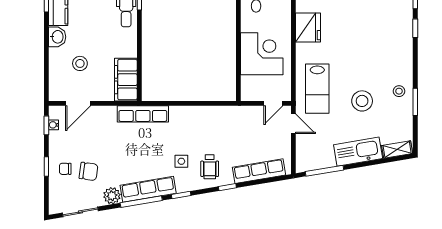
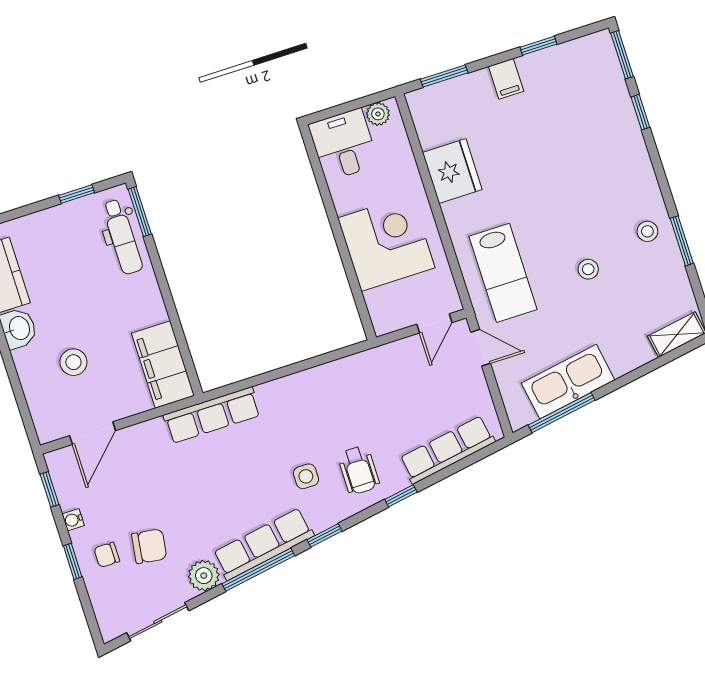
stool: (362, 101) -> (588, 269), width x0.53, depth x0.53
water cooler: (54, 125) -> (73, 520), moved
kitchen sink: (358, 152) -> (568, 382), moved

